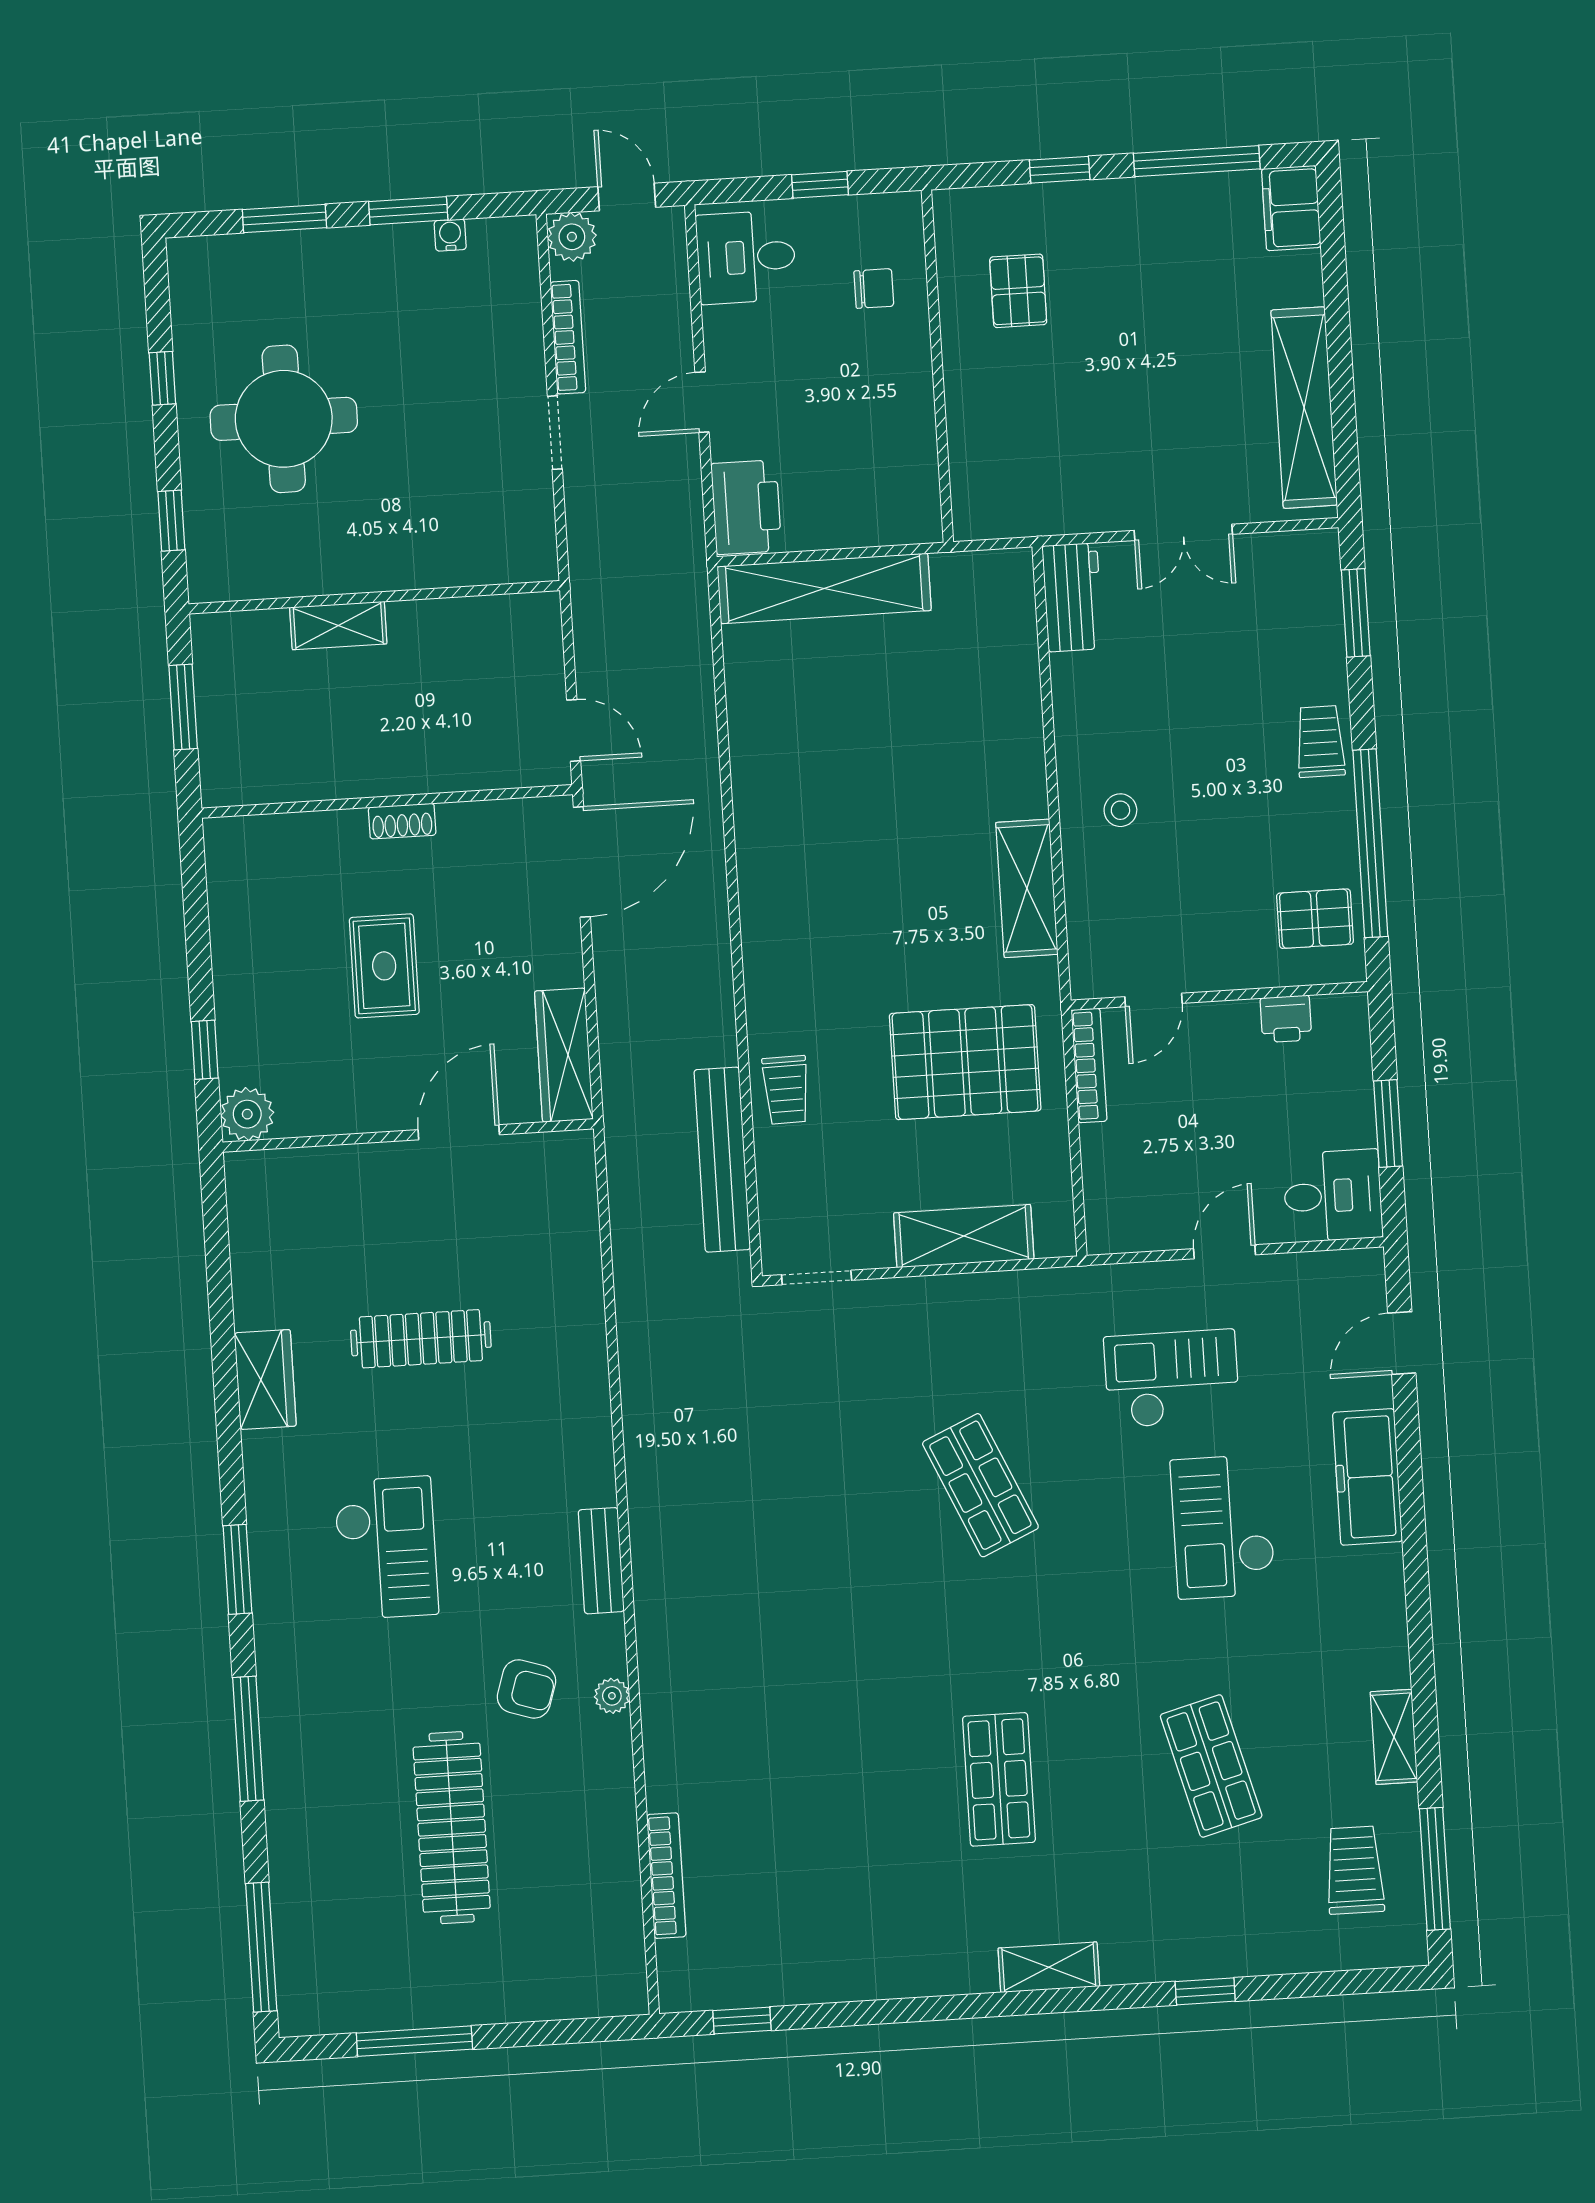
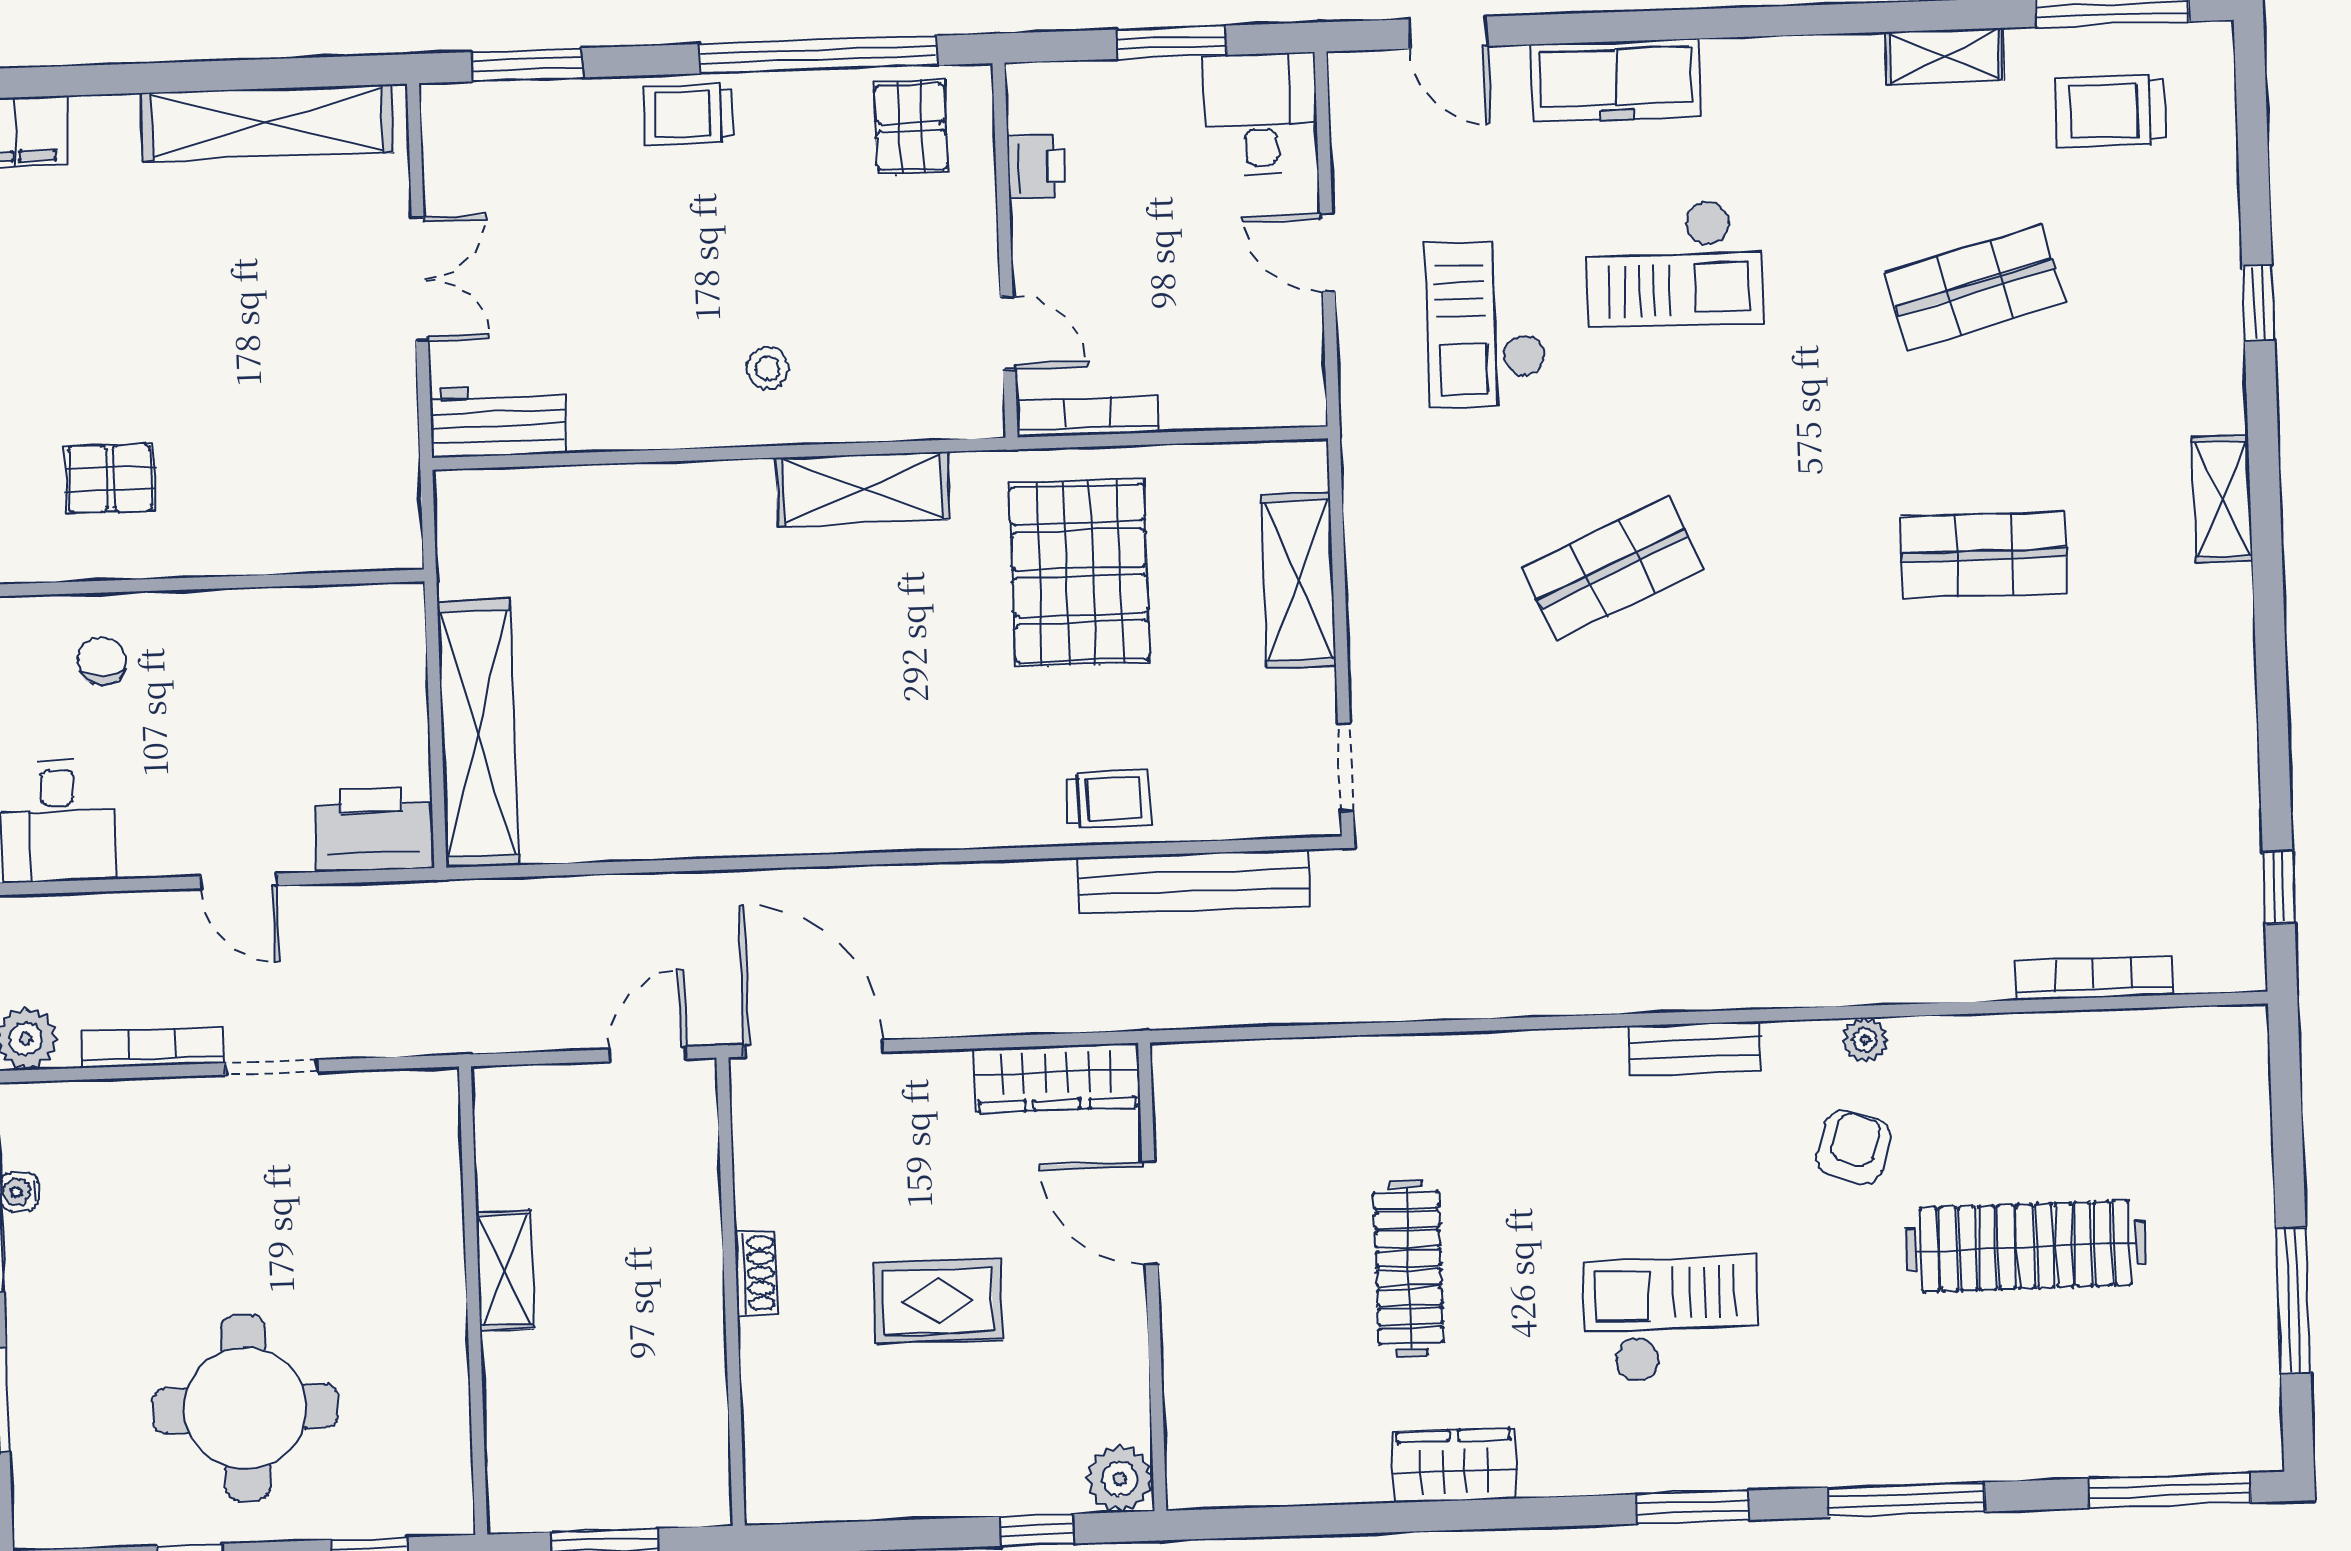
shelving: (338, 626) -> (505, 1270), moved

